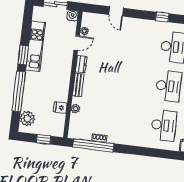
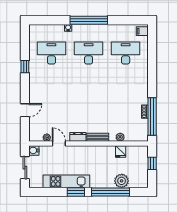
plant: (27, 119) -> (122, 181), moved

